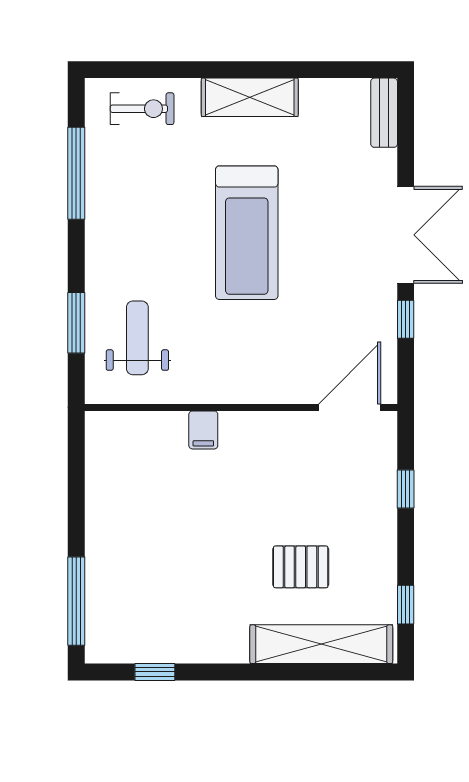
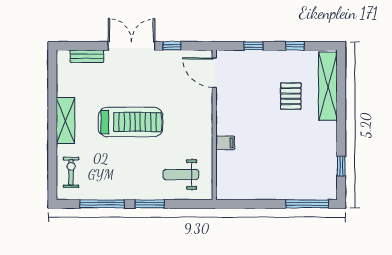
bench: (384, 113) -> (87, 56), moved
window: (76, 323) -> (150, 204), moved
window: (406, 605) -> (295, 46), moved

